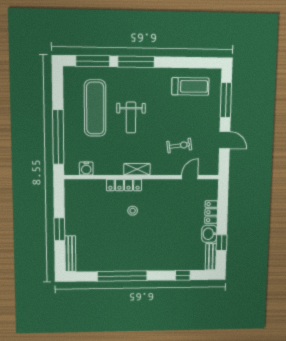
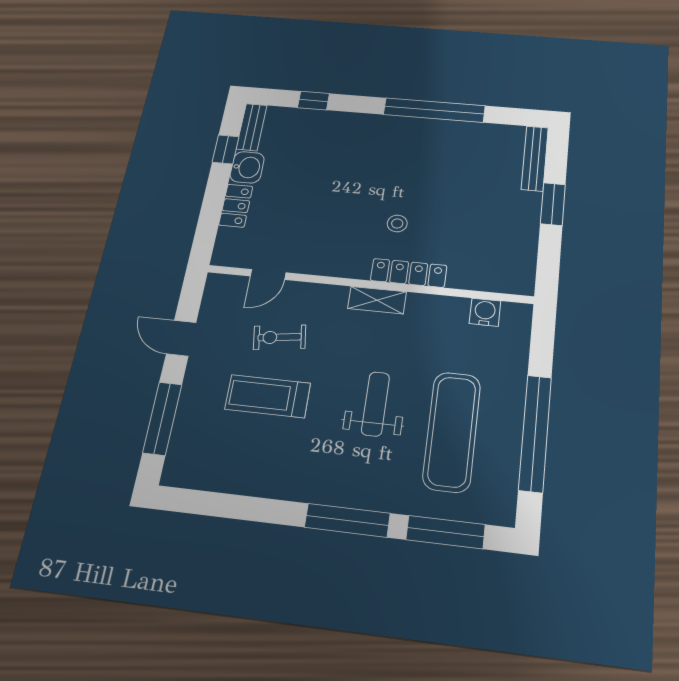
treadmill: (190, 86) -> (268, 396), moved
window: (58, 137) -> (535, 433), moved

